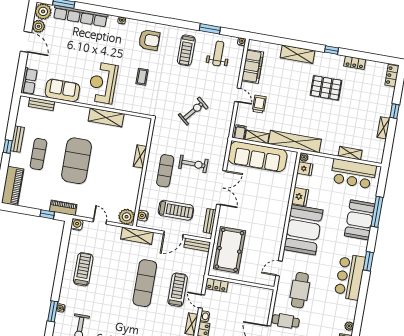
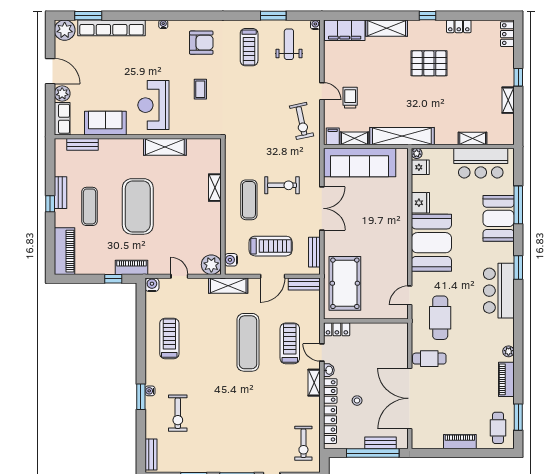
plant: (39, 26) -> (62, 94), moved
filing cabinet: (253, 66) -> (345, 30), moved, turned 90
exercise bike: (193, 111) -> (302, 121), moved, turned 128

